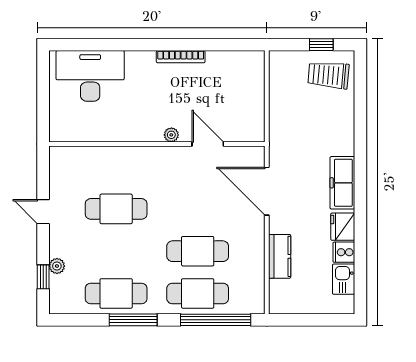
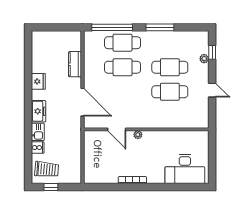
freezer: (342, 183) -> (39, 111), width x0.71
cooker: (344, 252) -> (38, 148), moved
kitchen sink: (344, 279) -> (38, 132), moved
cafe table: (116, 293) -> (170, 67), moved

